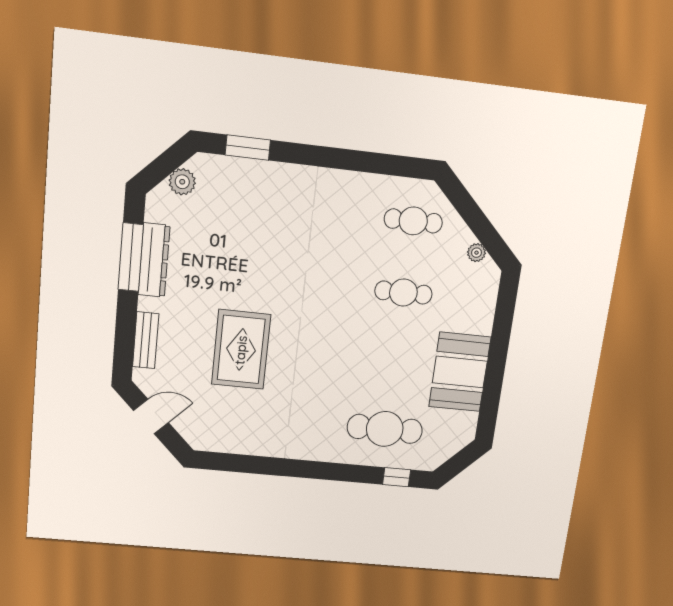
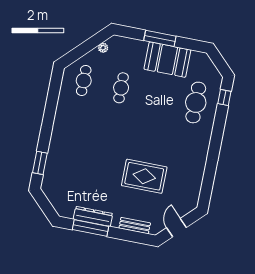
plant: (182, 182) -> (54, 198), removed
window: (498, 355) -> (160, 38), added

